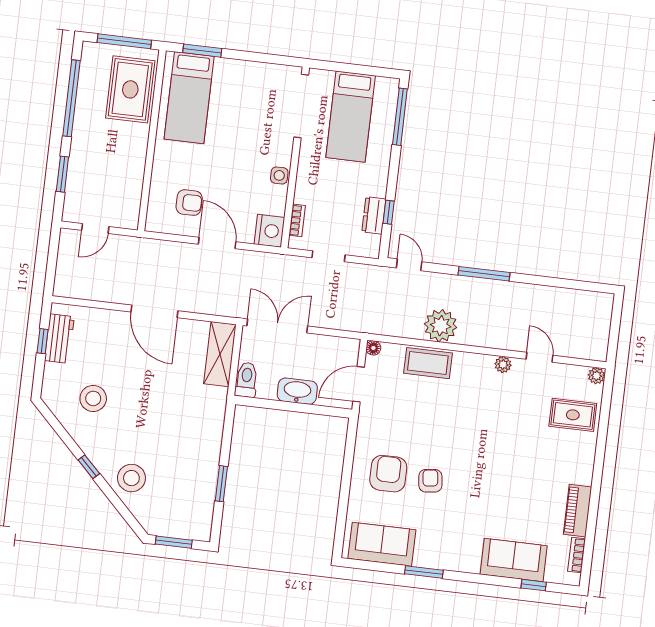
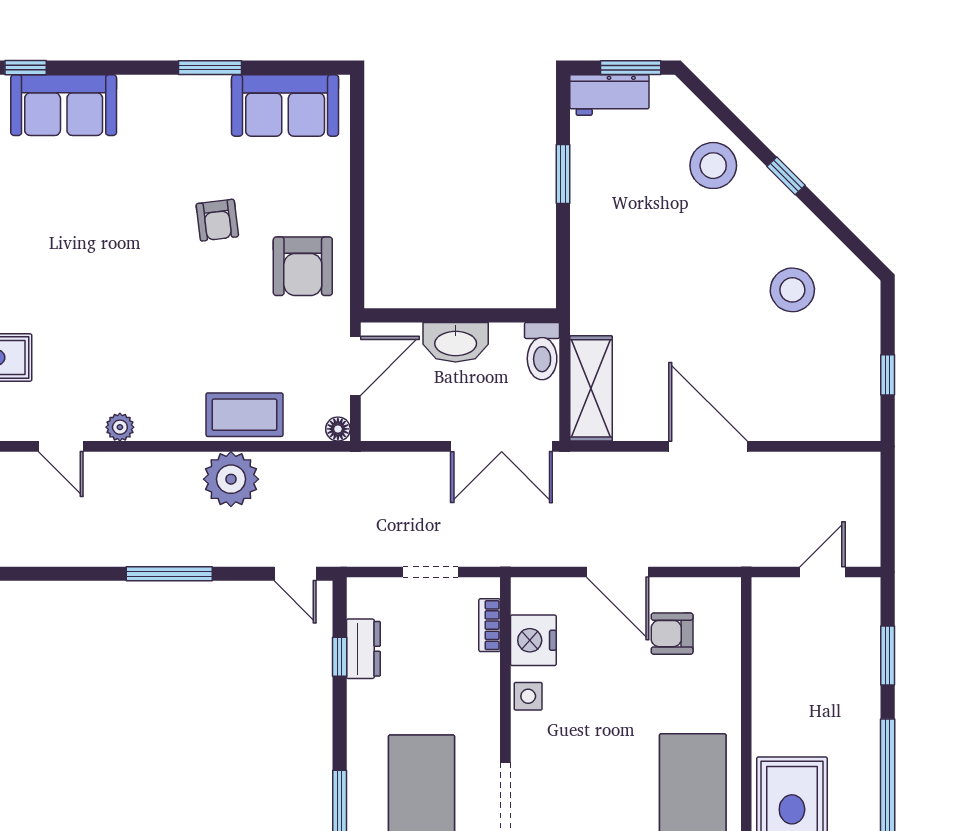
nightstand: (269, 231) -> (533, 640), moved
workbench: (59, 339) -> (609, 95), moved, turned -90
armchair: (388, 474) -> (303, 266), moved

